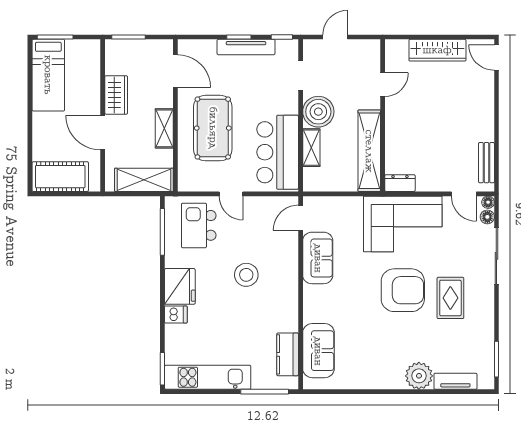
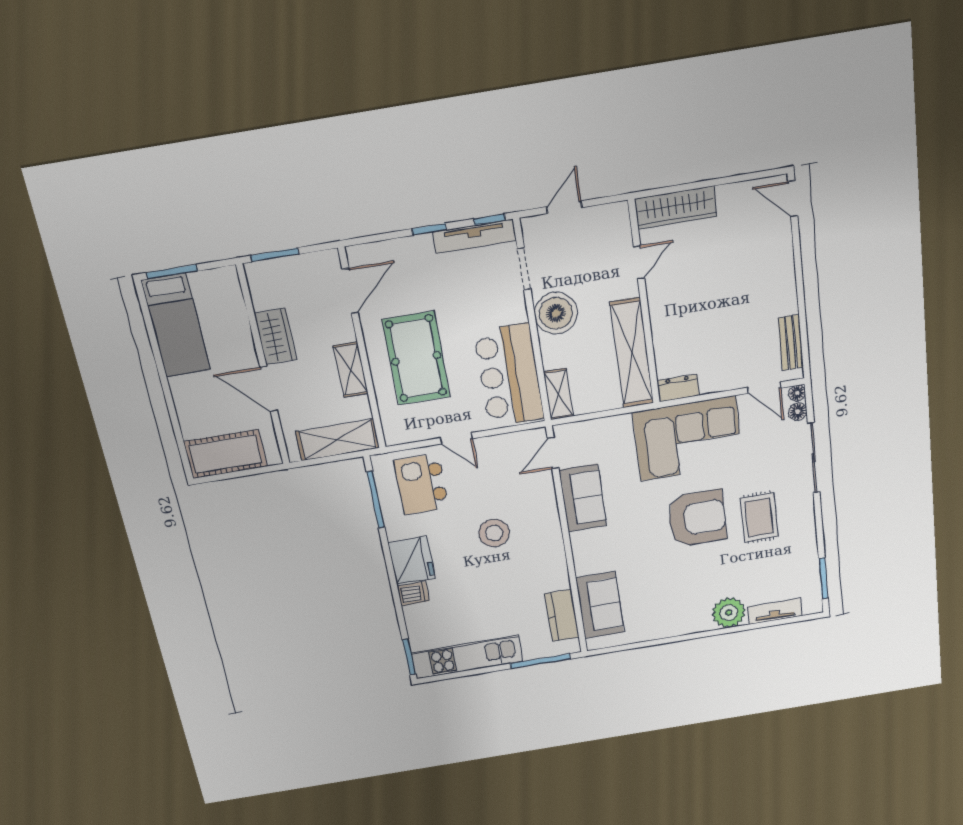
tv unit: (246, 47) -> (474, 236), moved
wardrobe: (437, 50) -> (676, 208), moved
door: (175, 71) -> (350, 291), hinge flipped
shelving: (311, 148) -> (558, 394), moved

